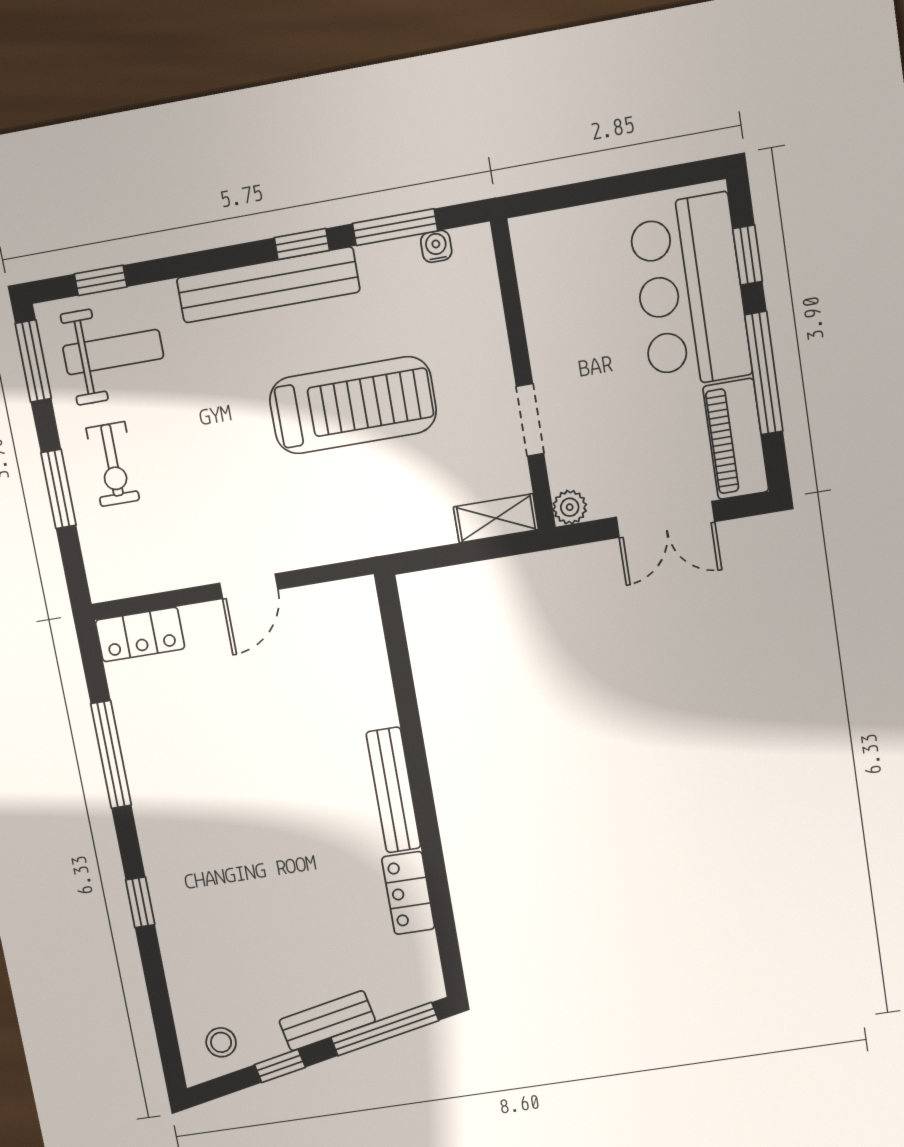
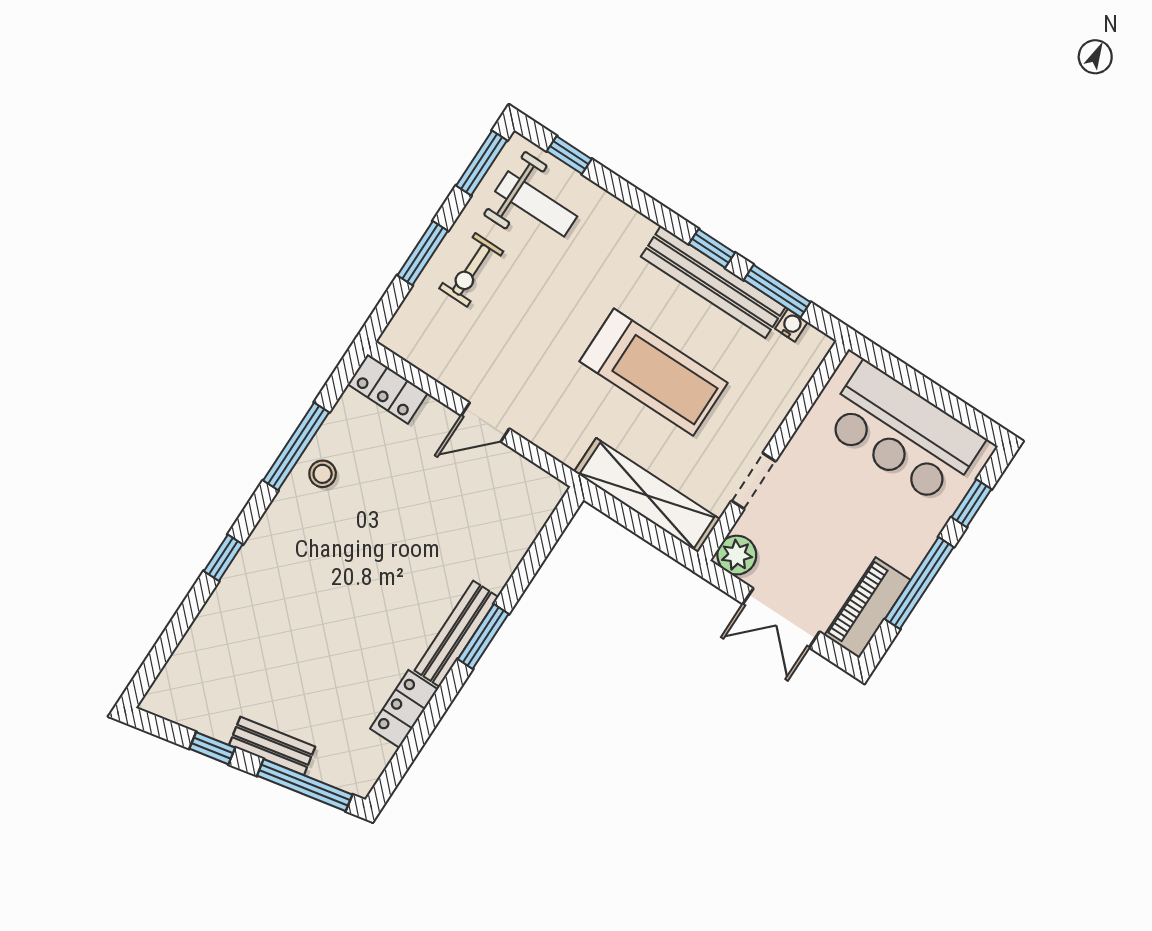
bench: (268, 285) -> (713, 282), moved
bar counter: (690, 292) -> (903, 433), moved, turned -90
plant: (570, 507) -> (737, 555), width x1.38, depth x1.38
shelving: (496, 518) -> (647, 495), width x2.20, depth x1.33
window: (418, 772) -> (483, 636), added
stool: (221, 1042) -> (323, 474), moved

